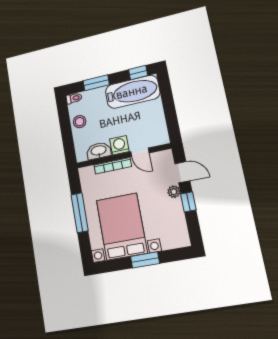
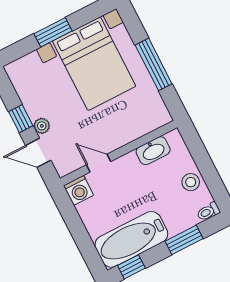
washing machine: (119, 145) -> (79, 190), moved
bookcase: (113, 166) -> (129, 137), removed

